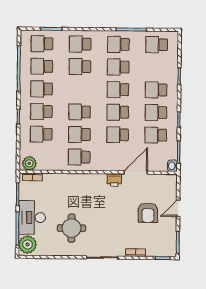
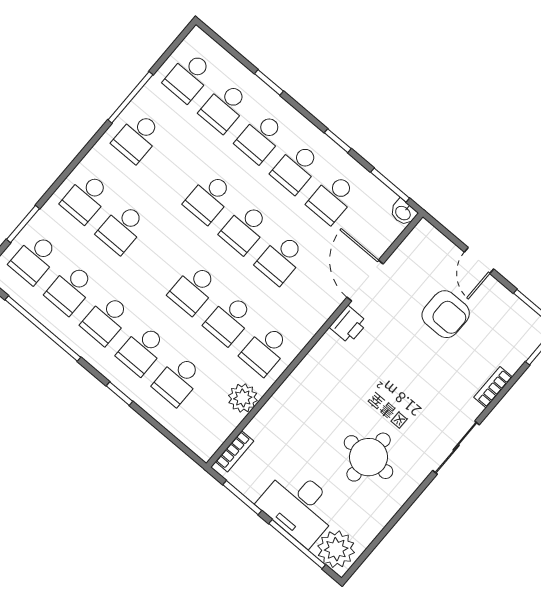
school desk: (118, 67) -> (224, 107), moved
plant: (29, 163) -> (243, 398), moved

